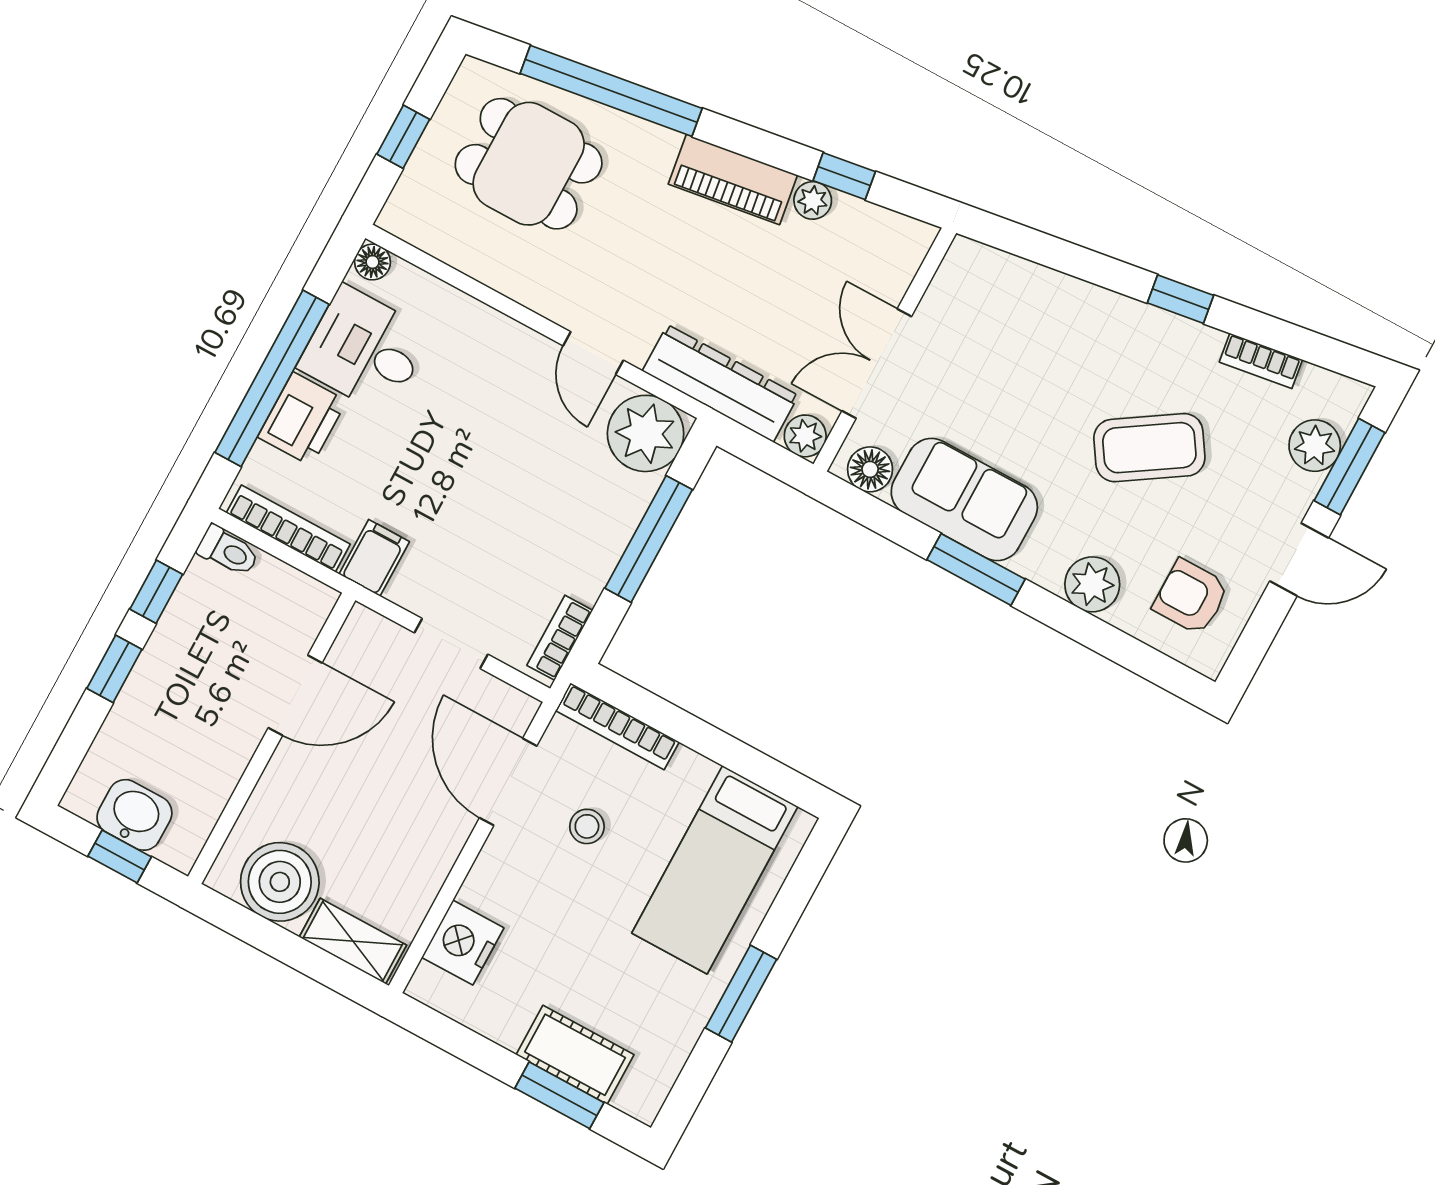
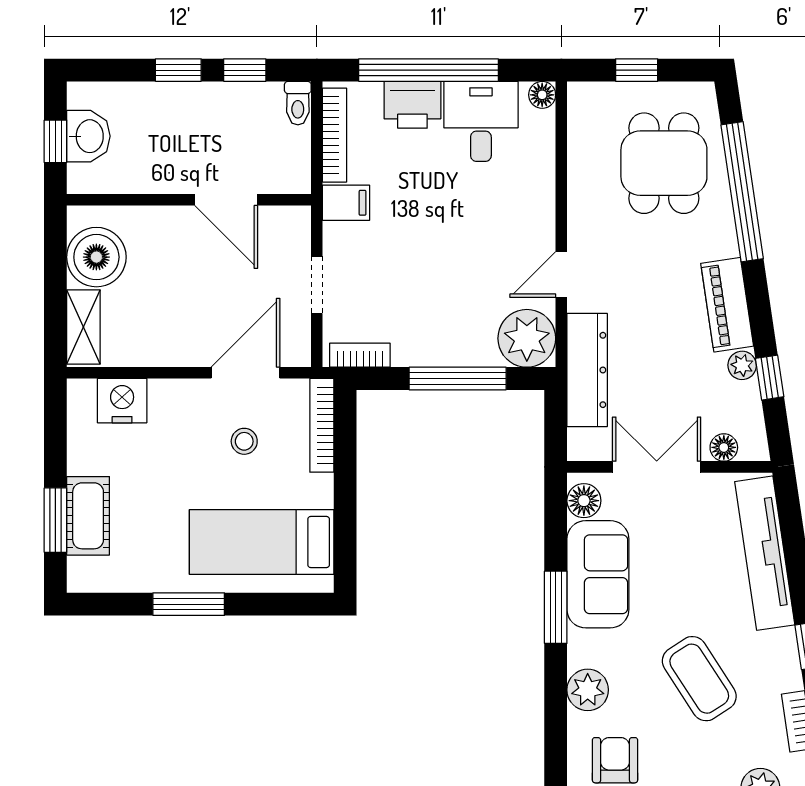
floor lamp: (896, 273) -> (724, 447), added
tv unit: (1045, 293) -> (765, 553), added
plant: (805, 436) -> (583, 445), removed

